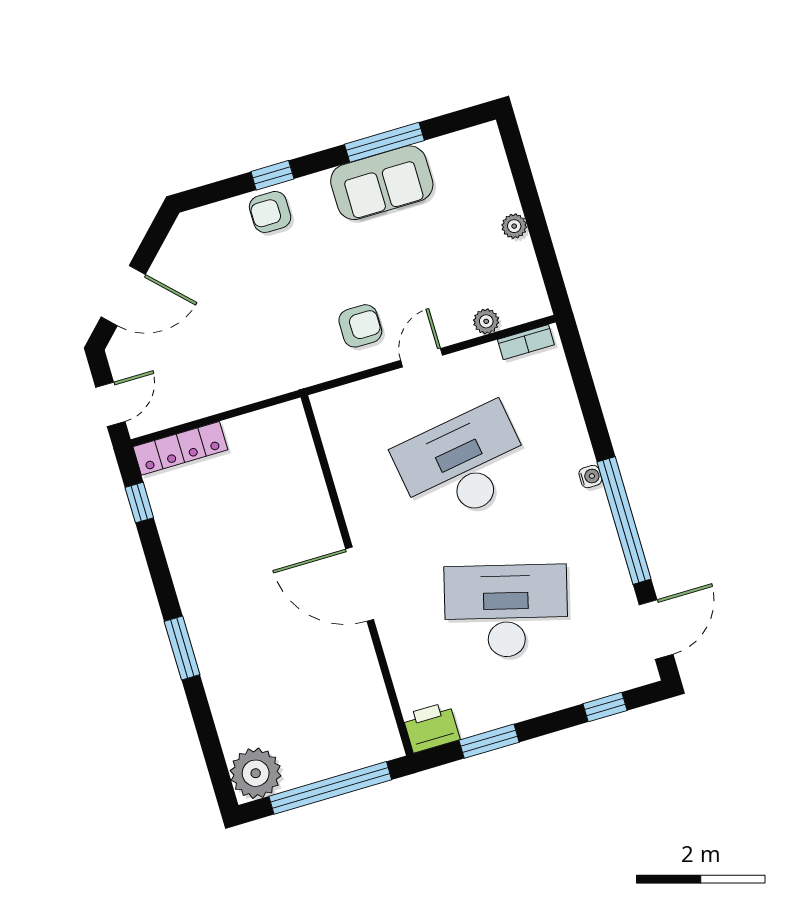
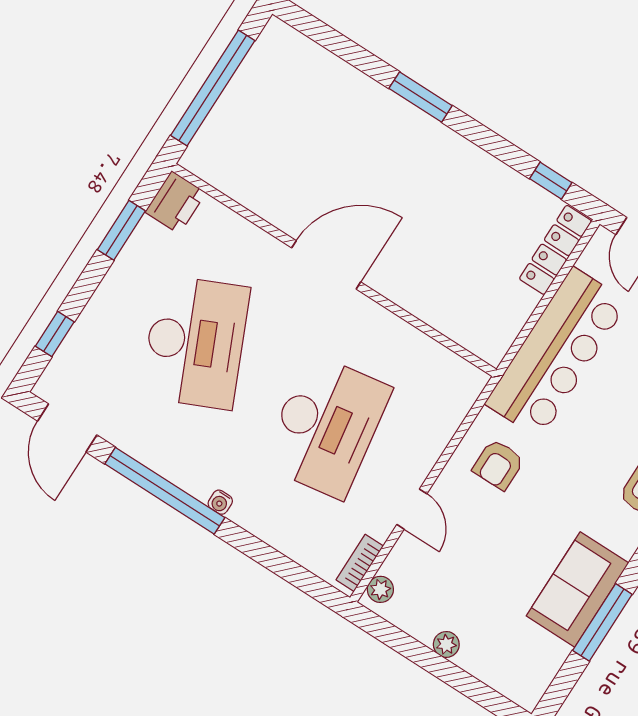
plant: (486, 321) -> (380, 589), moved
door: (422, 358) -> (412, 509), moved
bar counter: (246, 371) -> (556, 353), added
desk: (506, 611) -> (195, 342), turned -39
plant: (256, 773) -> (280, 50), removed

